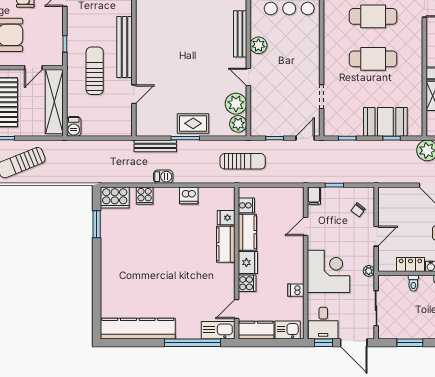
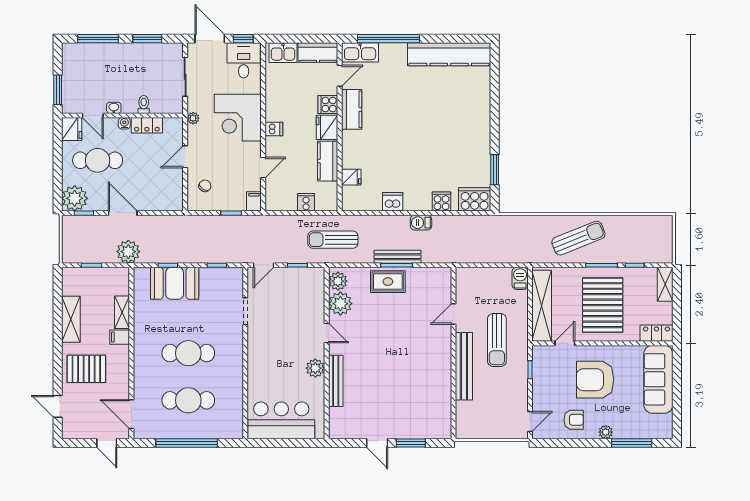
bench: (155, 146) -> (398, 257), moved
cooker: (246, 205) -> (306, 202), moved, turned 90
kitchen counter: (226, 244) -> (352, 109), moved
dishwasher: (296, 290) -> (274, 129), moved

